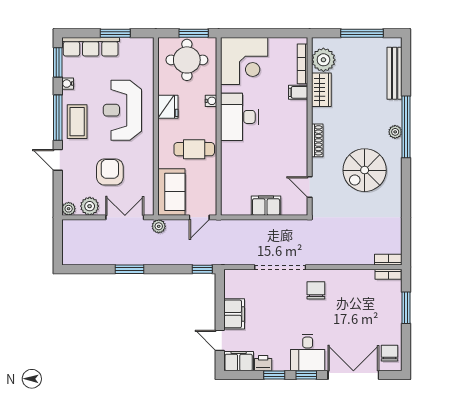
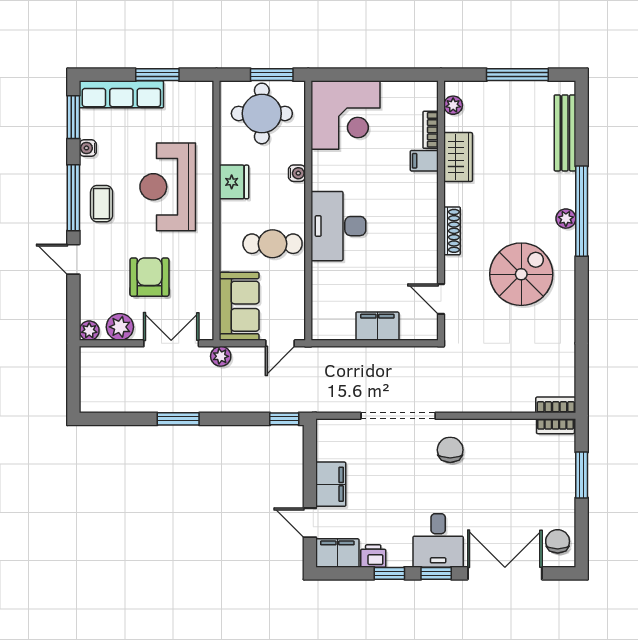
plant: (323, 60) -> (453, 105), width x0.53, depth x0.53
bookcase: (302, 64) -> (431, 130), width x0.64
desk: (239, 117) -> (338, 226), moved
coffee table: (77, 122) -> (102, 204), width x0.73, depth x0.77
spiral stairs: (365, 170) -> (521, 274), turned 180

